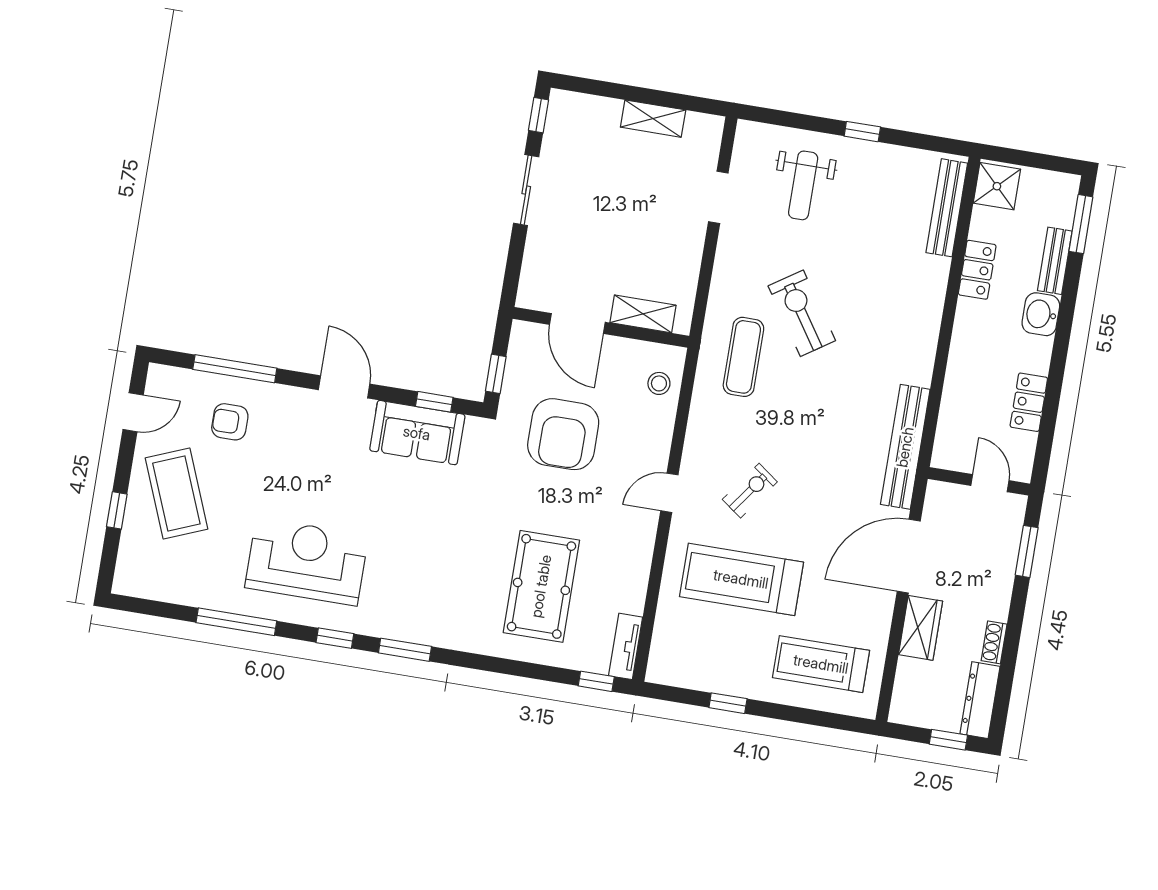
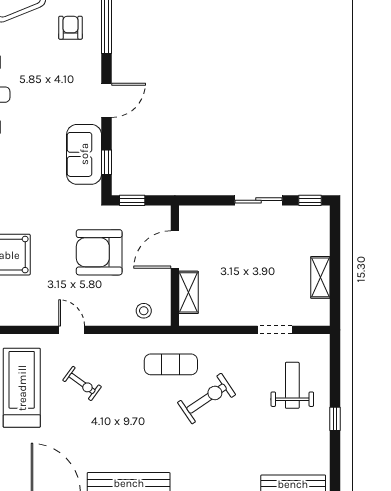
weight bench: (803, 185) -> (292, 385), turned 90

